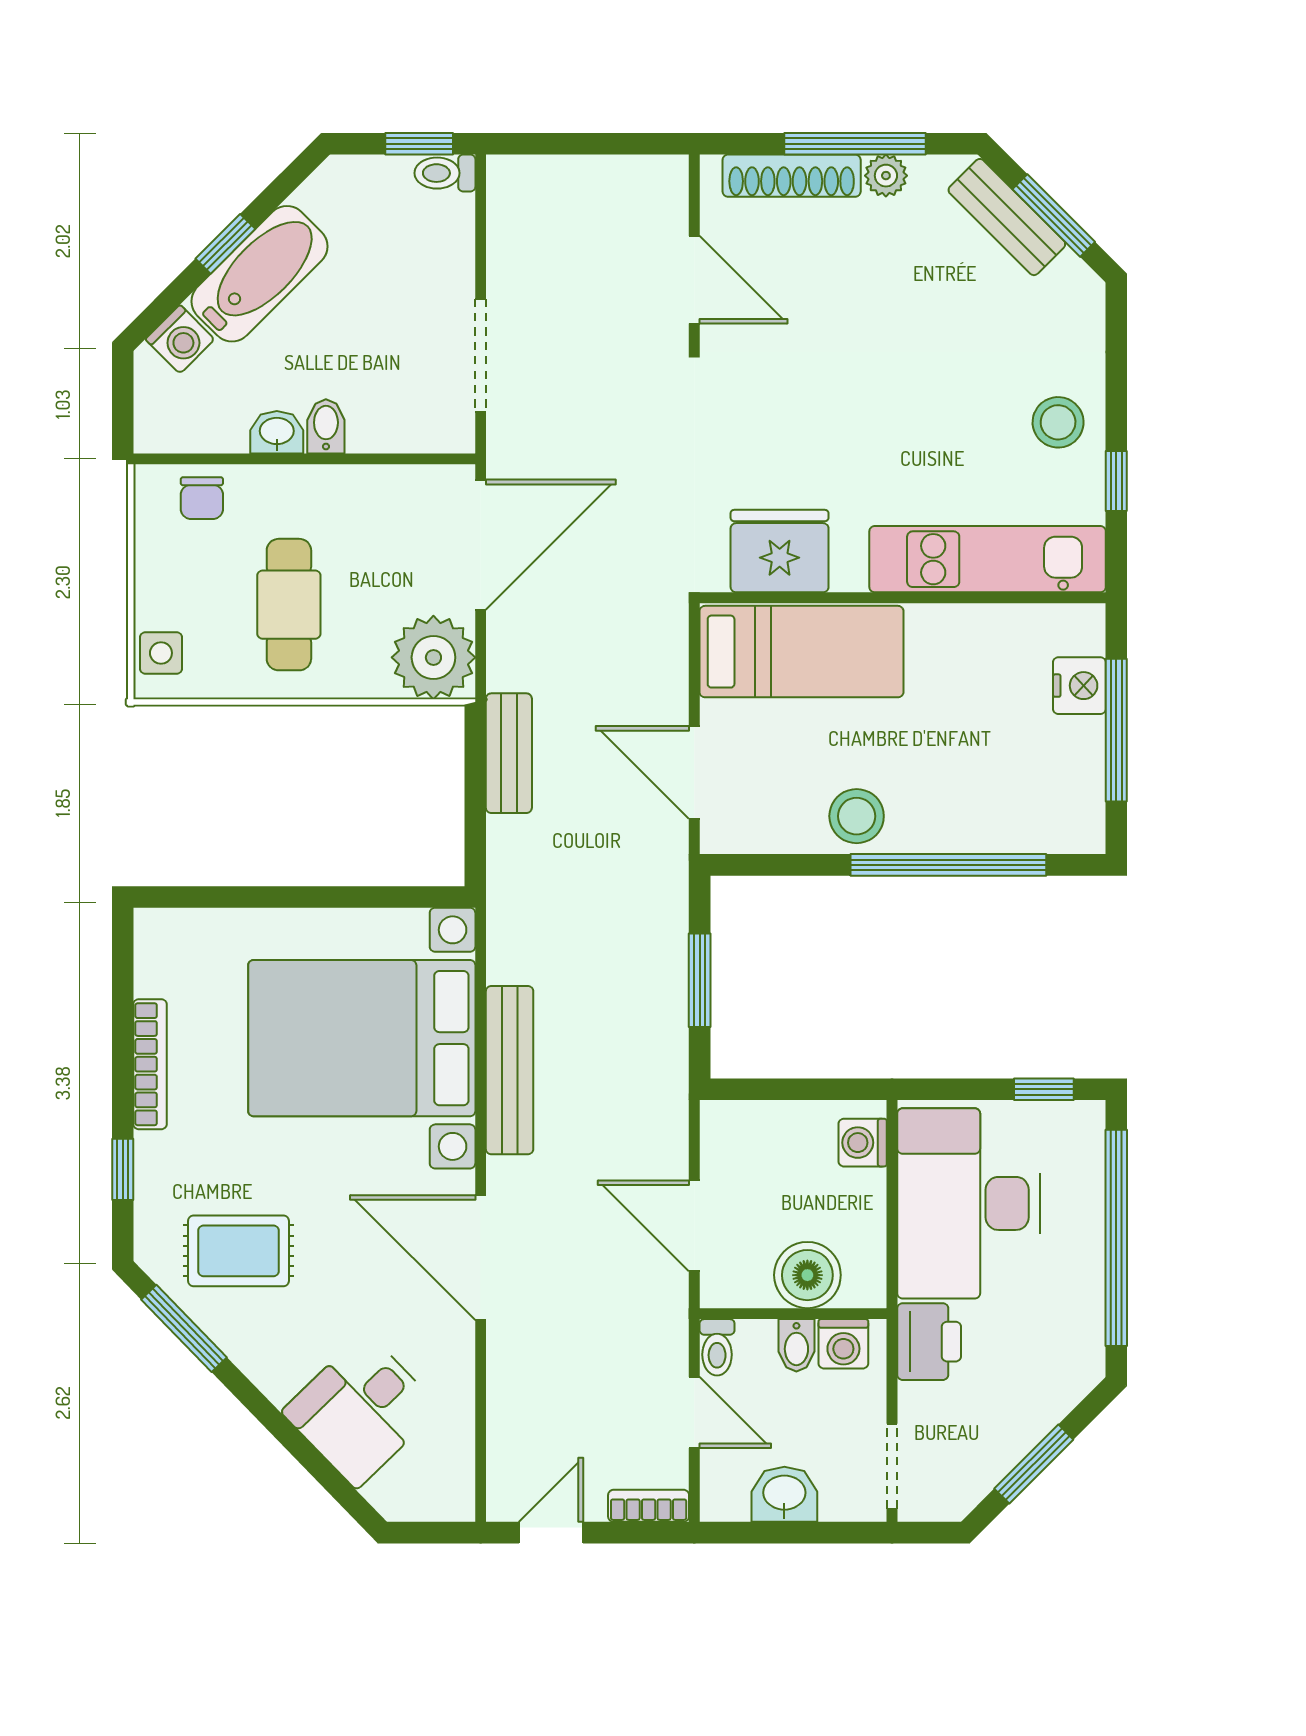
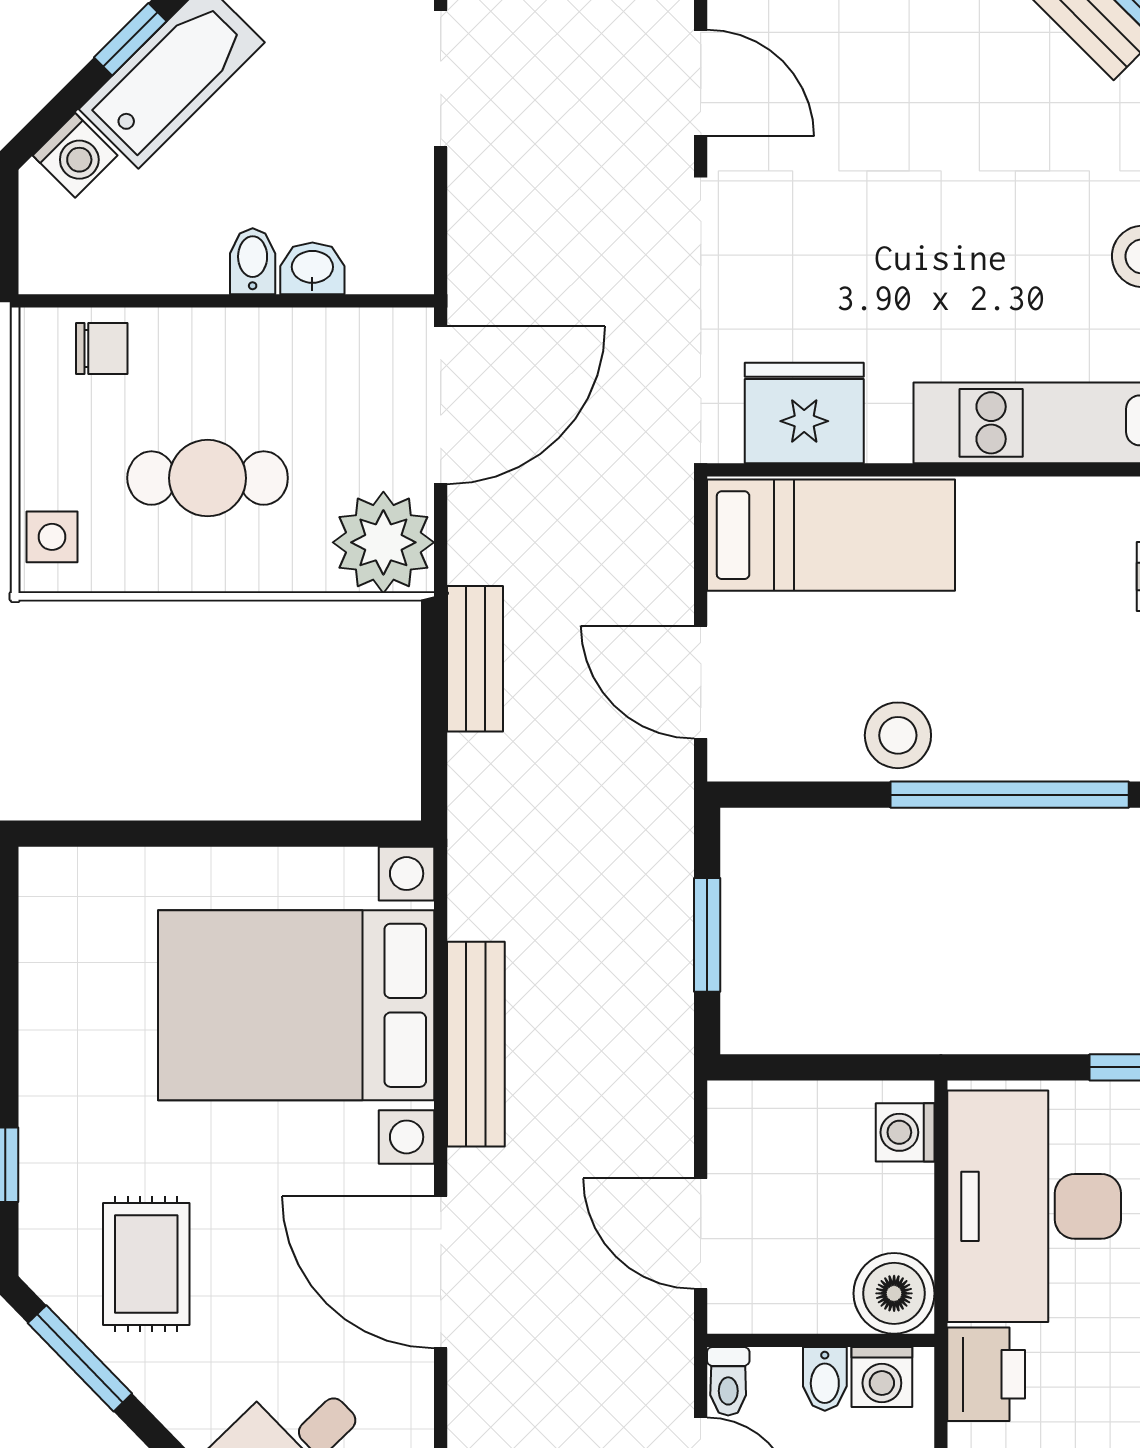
doorway: (481, 355) -> (441, 78), moved
washbasin: (277, 432) -> (312, 268), moved
chair: (202, 498) -> (102, 349), turned -90
cafe table: (289, 605) -> (208, 478), turned 90
bookcase: (150, 1064) -> (39, 1037), removed
rug: (238, 1251) -> (146, 1264), turned 90
boiler: (807, 1275) -> (894, 1293), moved

